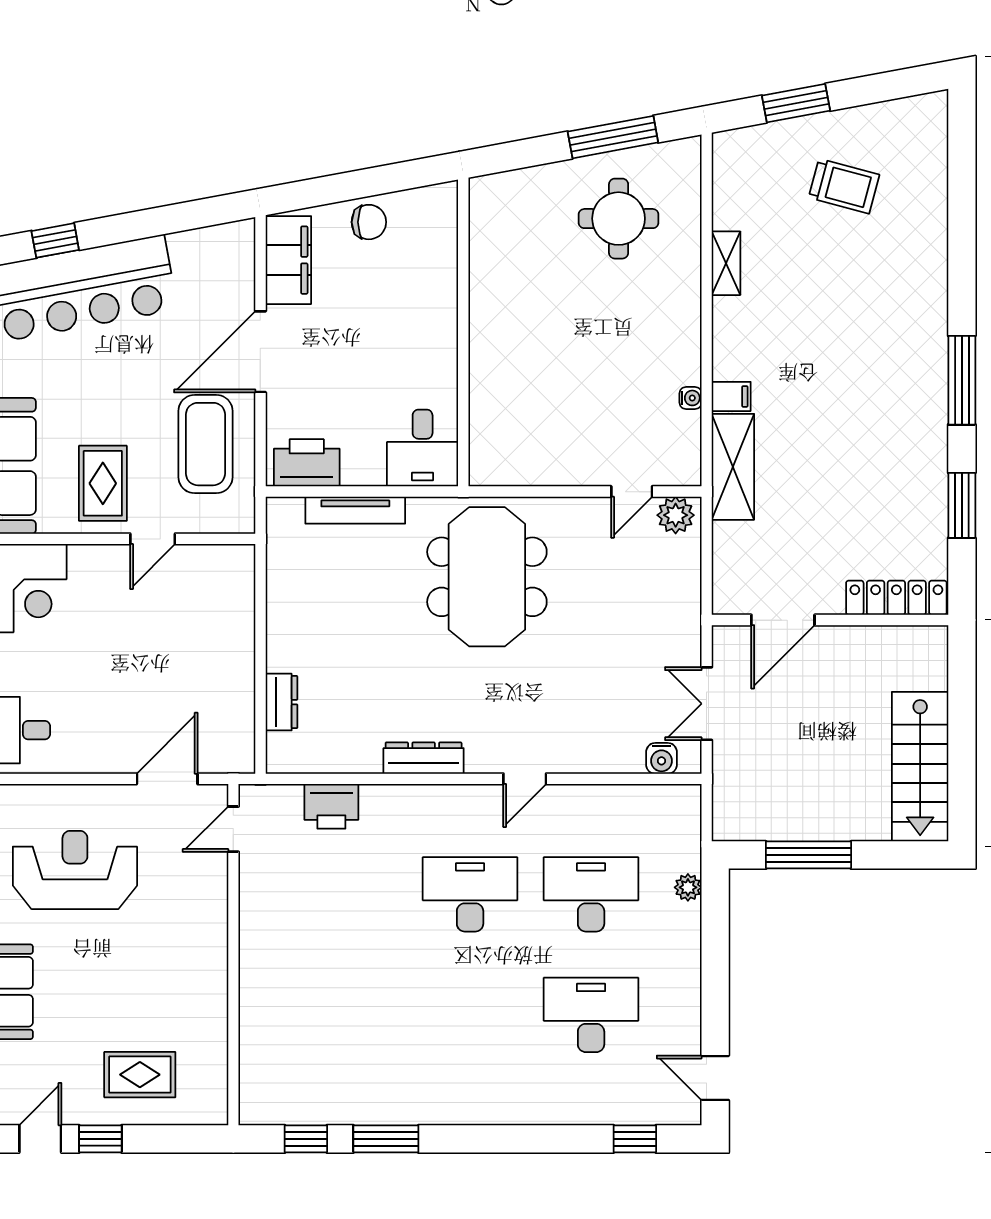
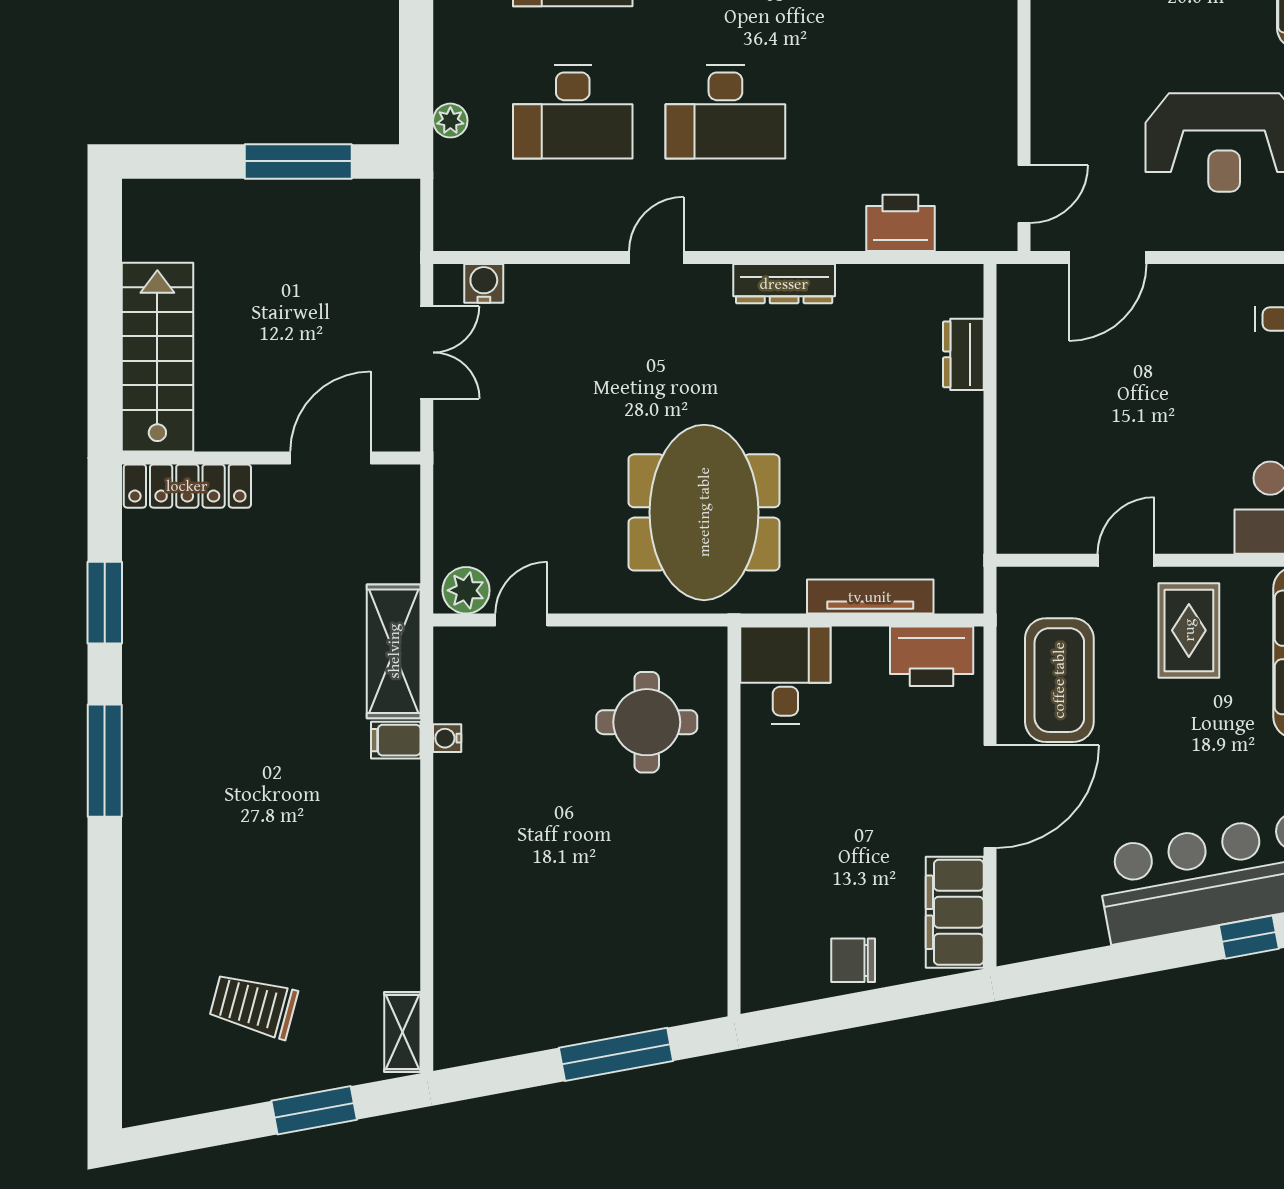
window: (613, 137) -> (616, 1054), moved
round table: (619, 219) -> (647, 722), moved
shelving: (726, 263) -> (402, 1032), moved
stairs: (920, 767) -> (157, 357), moved

